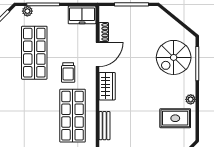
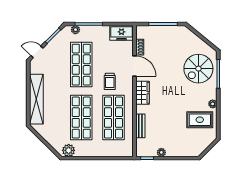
door: (97, 54) -> (134, 66), hinge flipped
shop shelf: (34, 116) -> (81, 118), added

